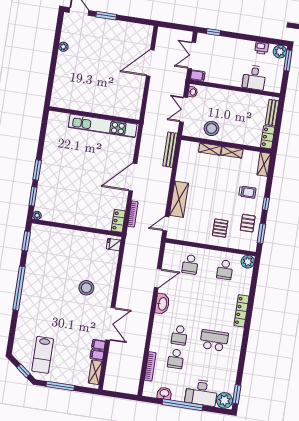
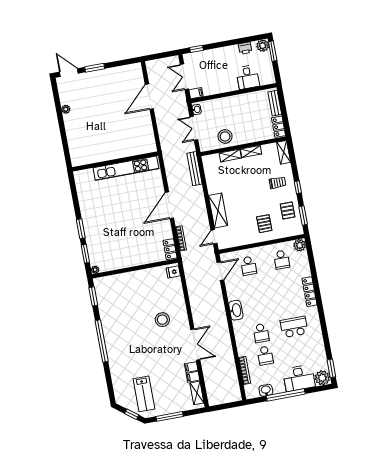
door: (158, 278) -> (220, 271), moved

